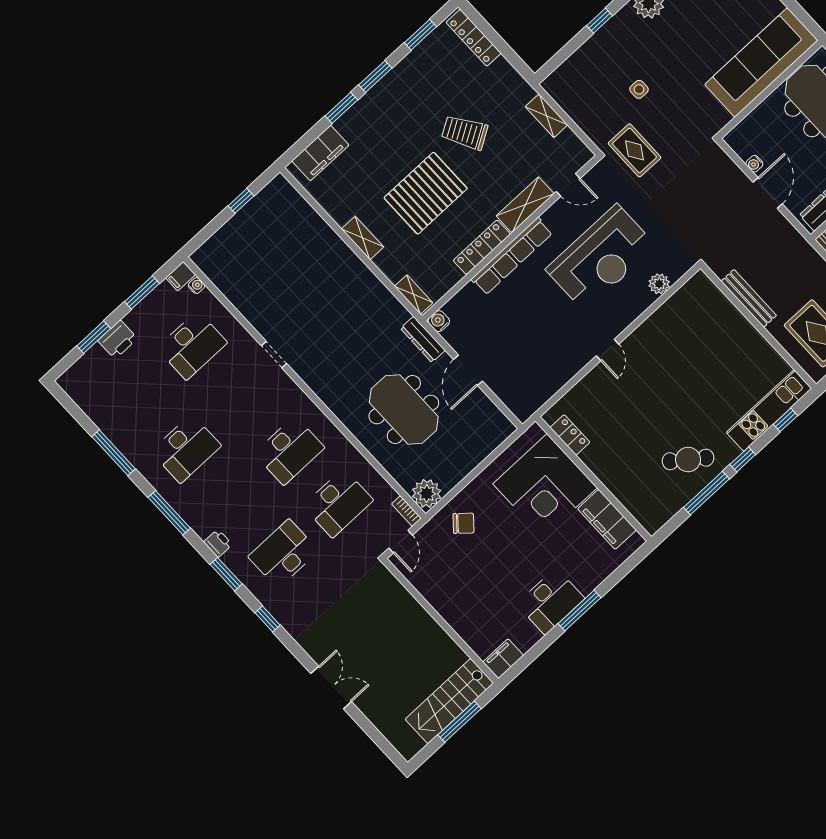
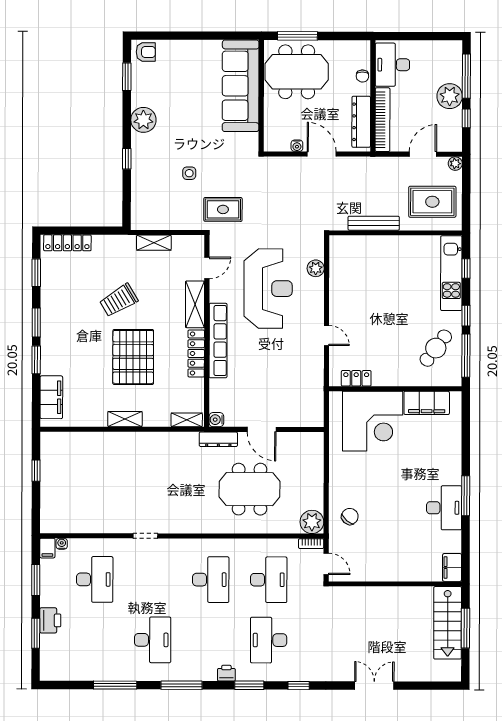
locker: (570, 435) -> (356, 378), moved
wall: (593, 479) -> (395, 389), moved
corner desk: (545, 486) -> (373, 421), moved
filing cabinet: (607, 519) -> (427, 403), moved

